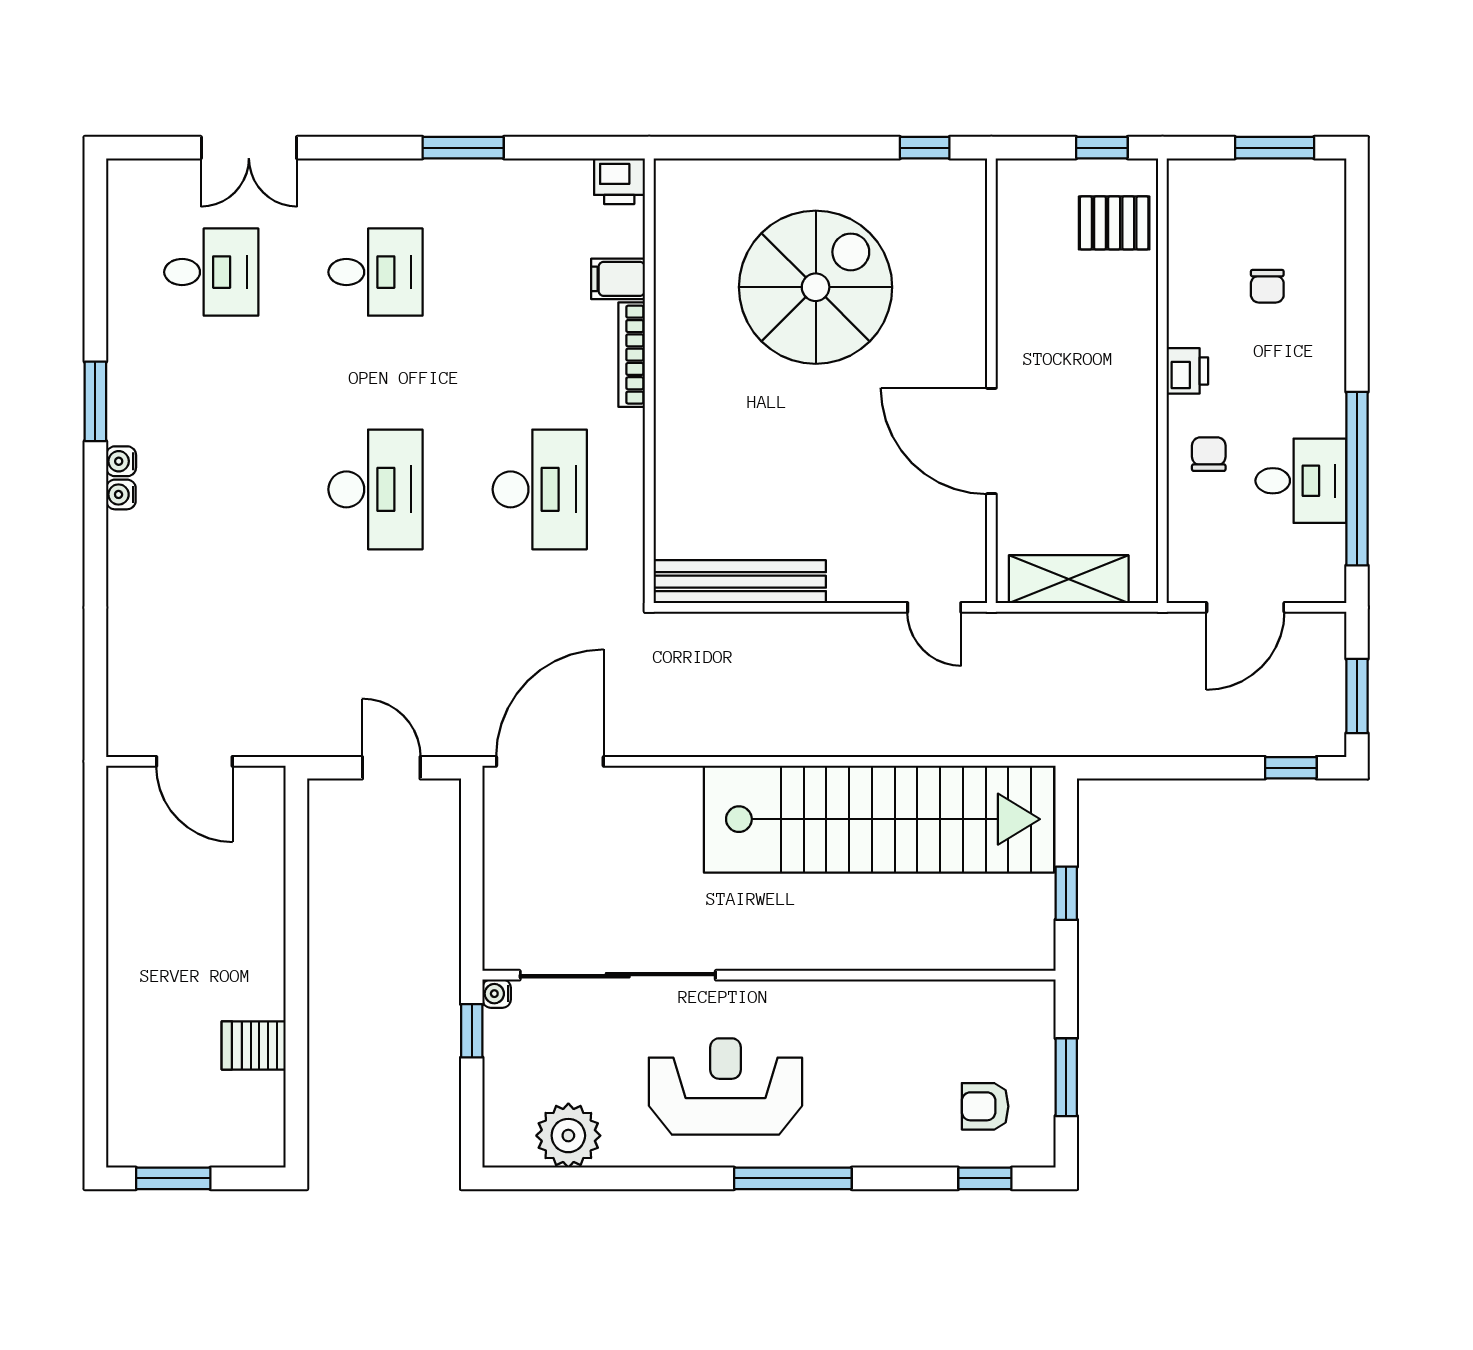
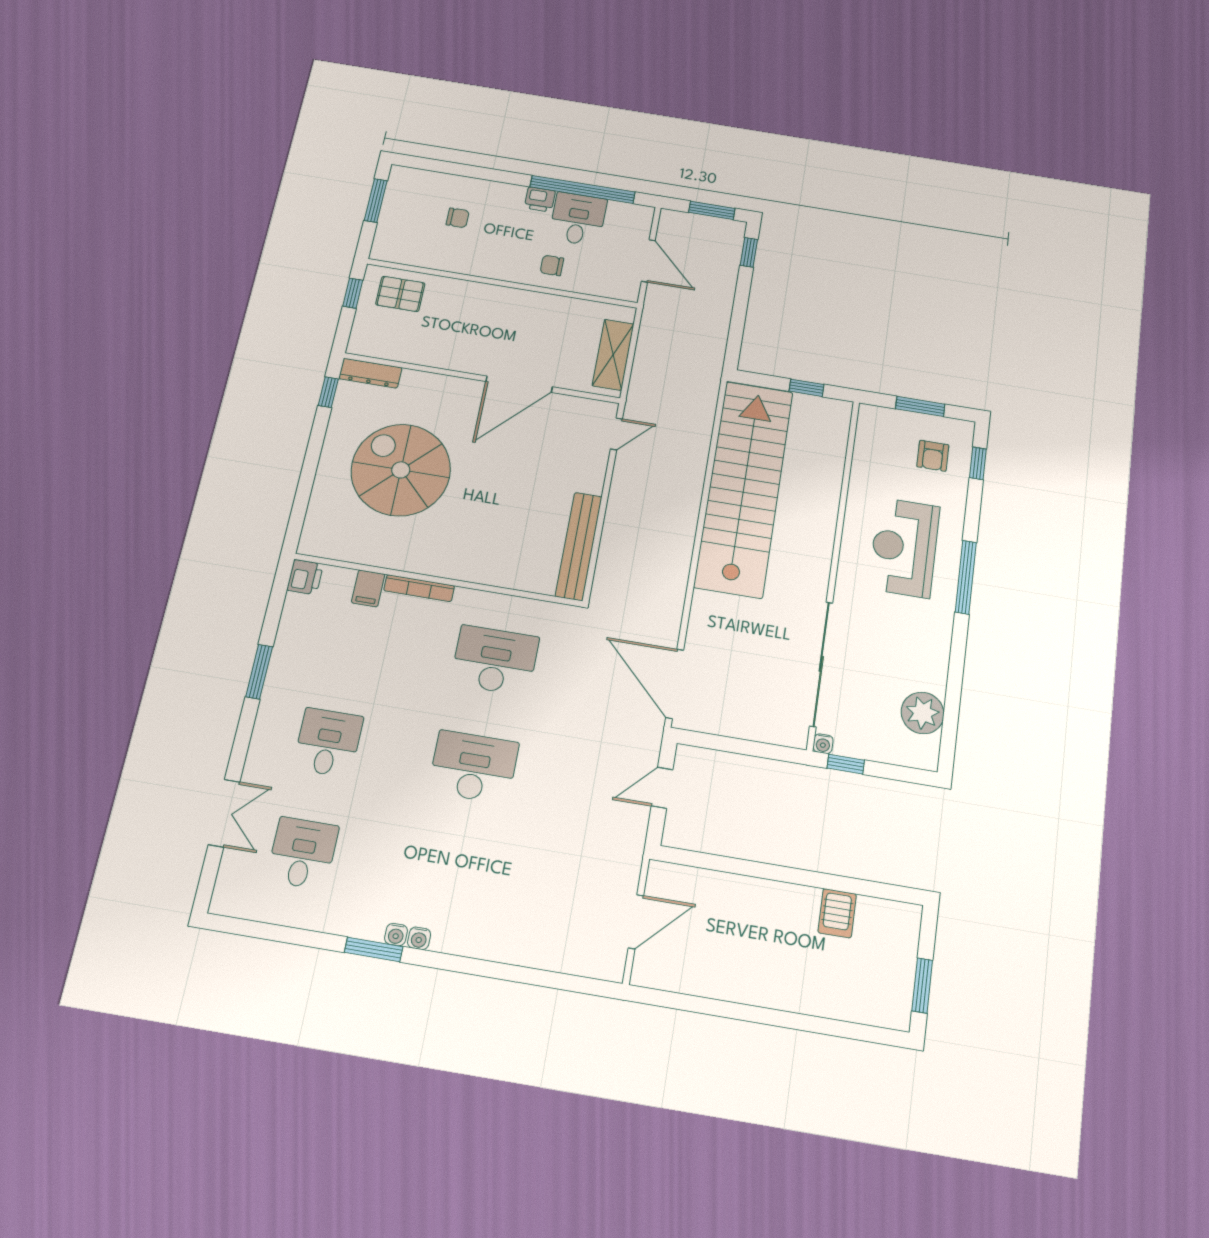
dresser: (969, 206) -> (370, 373), added
pallet: (1114, 223) -> (400, 294), turned 90
printer: (1187, 371) -> (540, 199), moved, turned 180
water cooler: (121, 494) -> (396, 935), moved
reception desk: (725, 1087) -> (904, 547), moved

